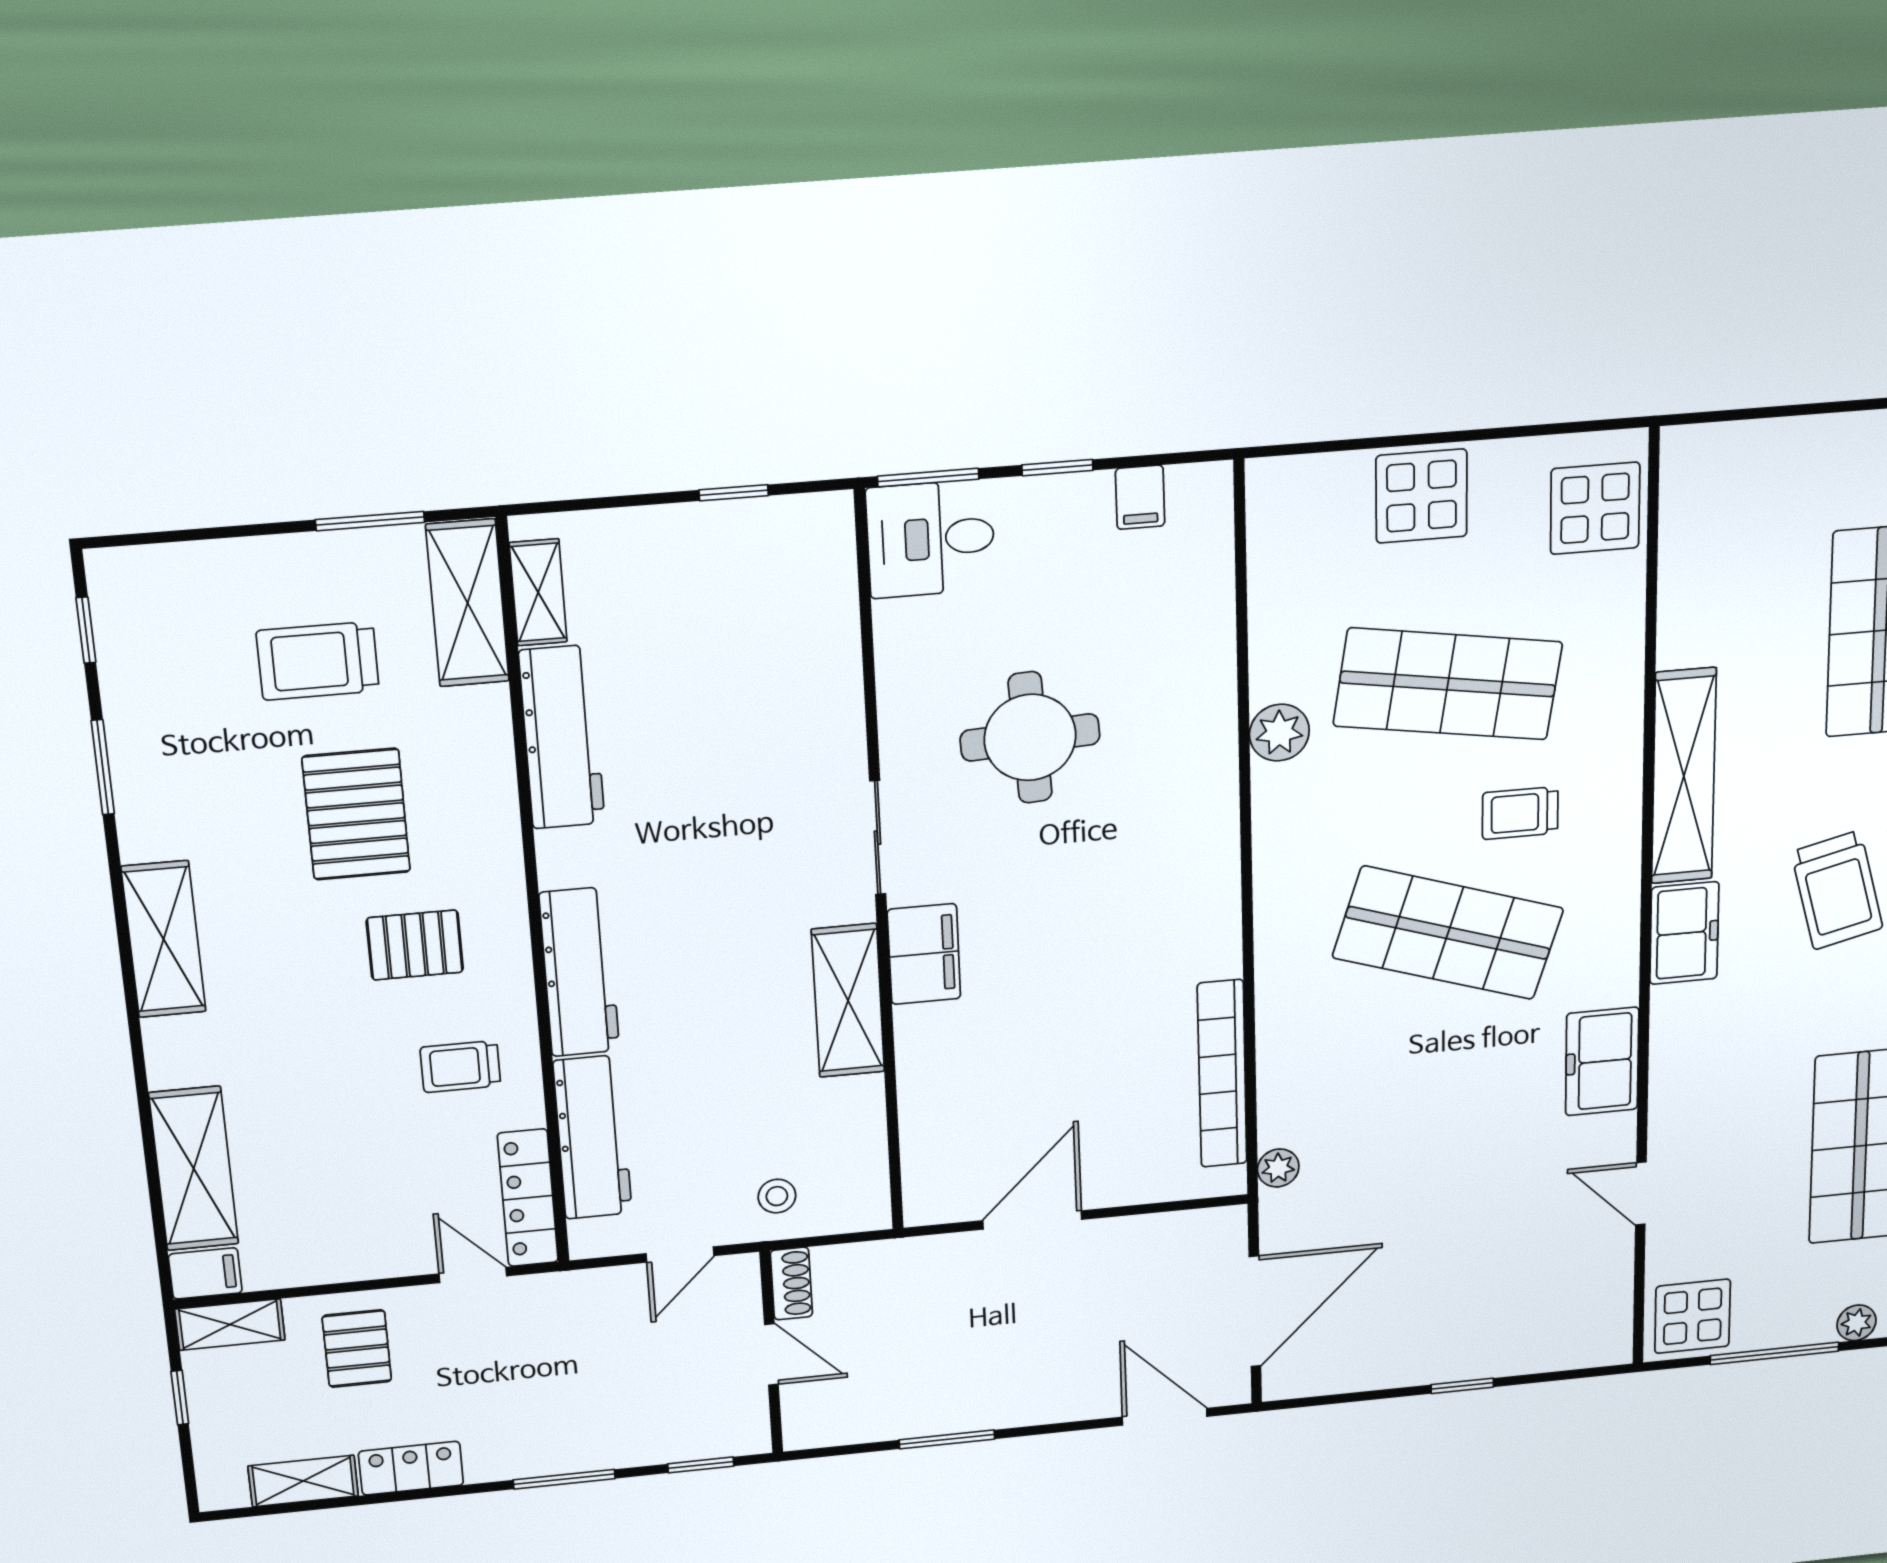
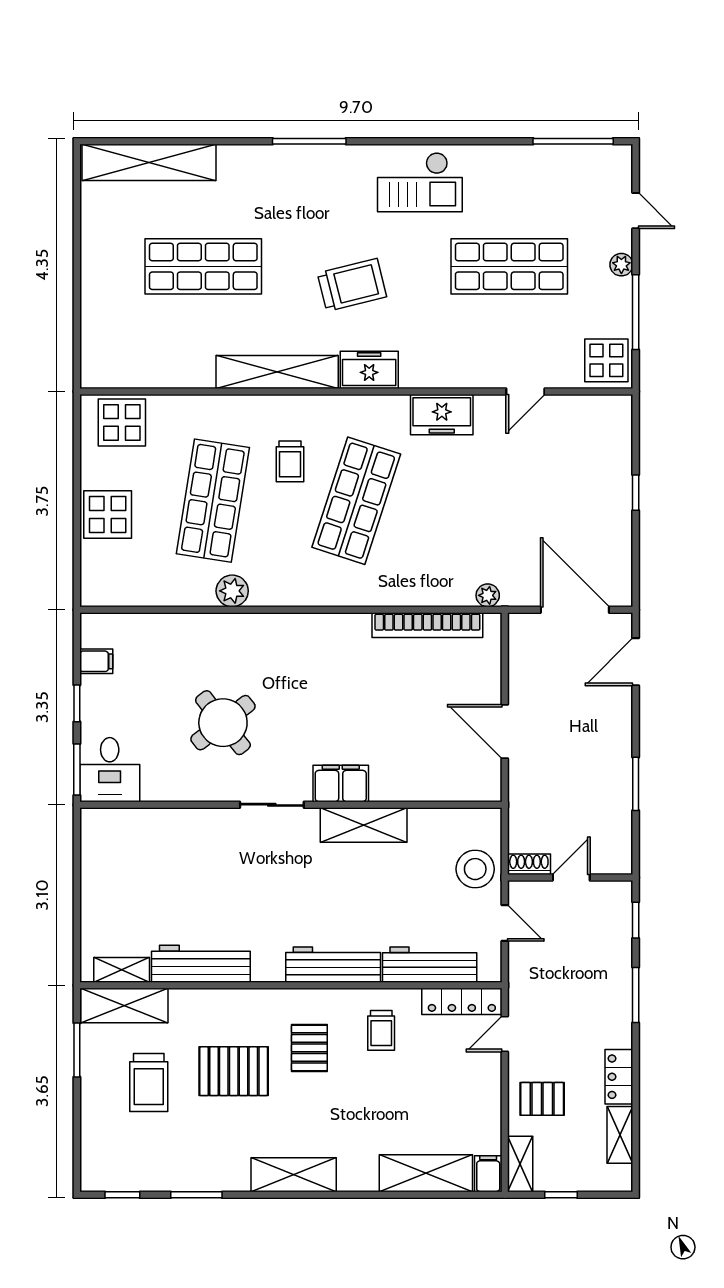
window: (734, 493) -> (77, 868), removed
round table: (1030, 737) -> (223, 723), turned -35
stool: (777, 1196) -> (475, 869), width x1.89, depth x1.89

